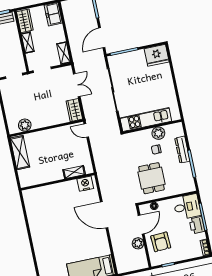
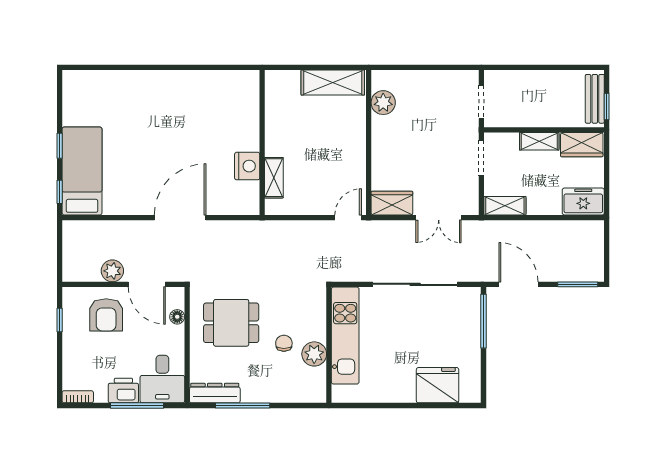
fridge: (157, 55) -> (438, 385), moved, turned 90
dresser: (182, 150) -> (215, 393), moved
nightstand: (85, 184) -> (247, 166), moved
armchair: (161, 242) -> (106, 315), turned -87

